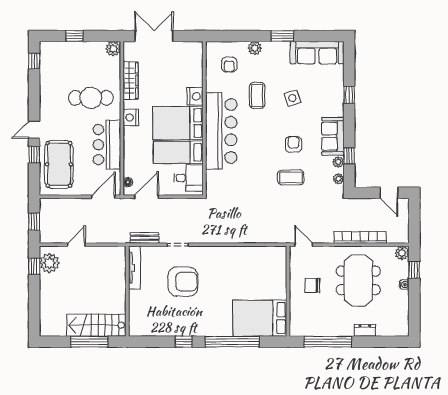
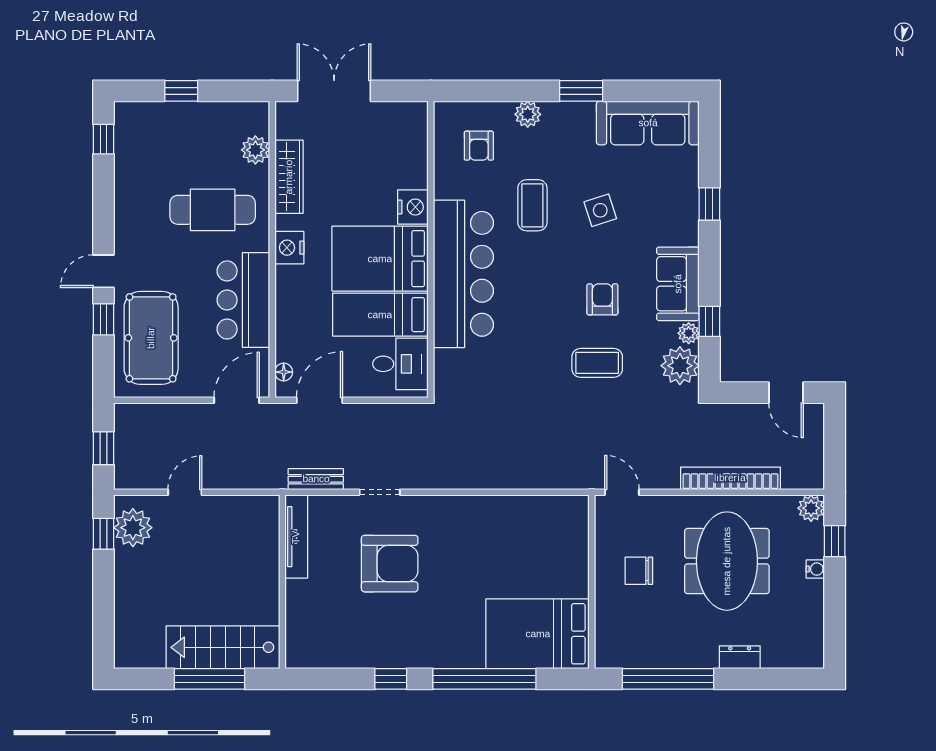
plant: (113, 49) -> (255, 150), moved
plant: (338, 179) -> (680, 366), width x1.88, depth x1.88

